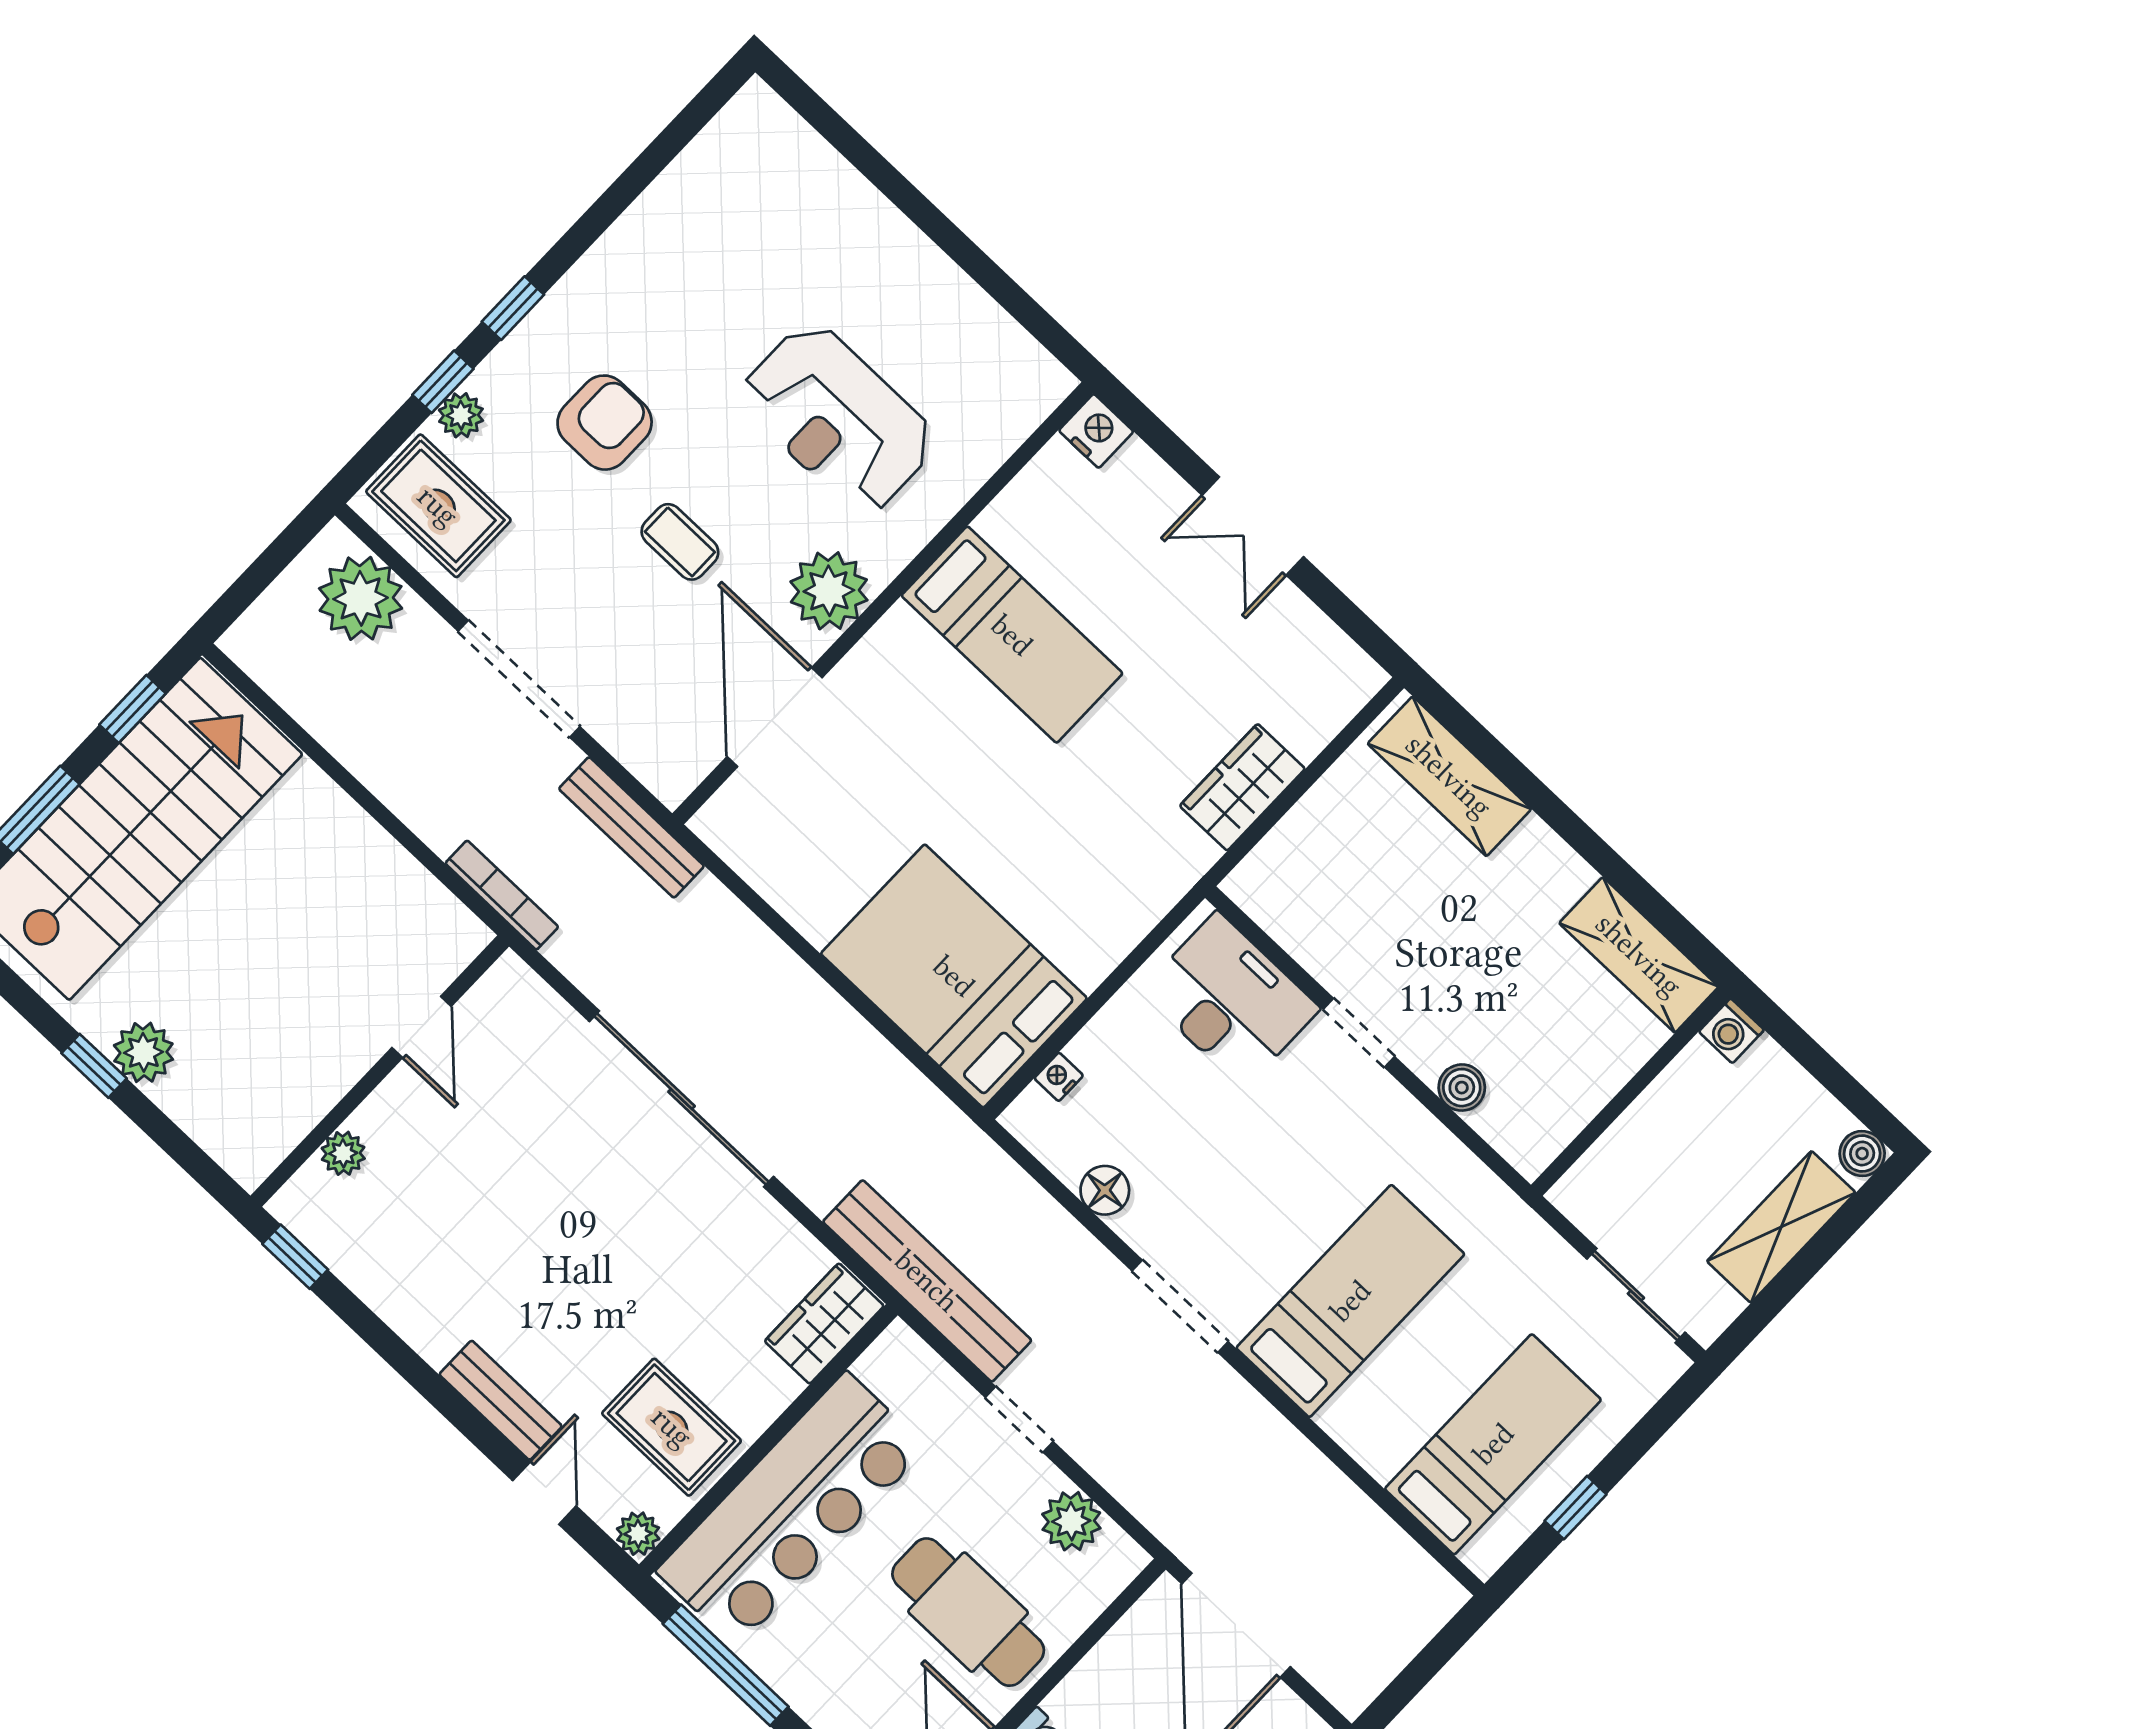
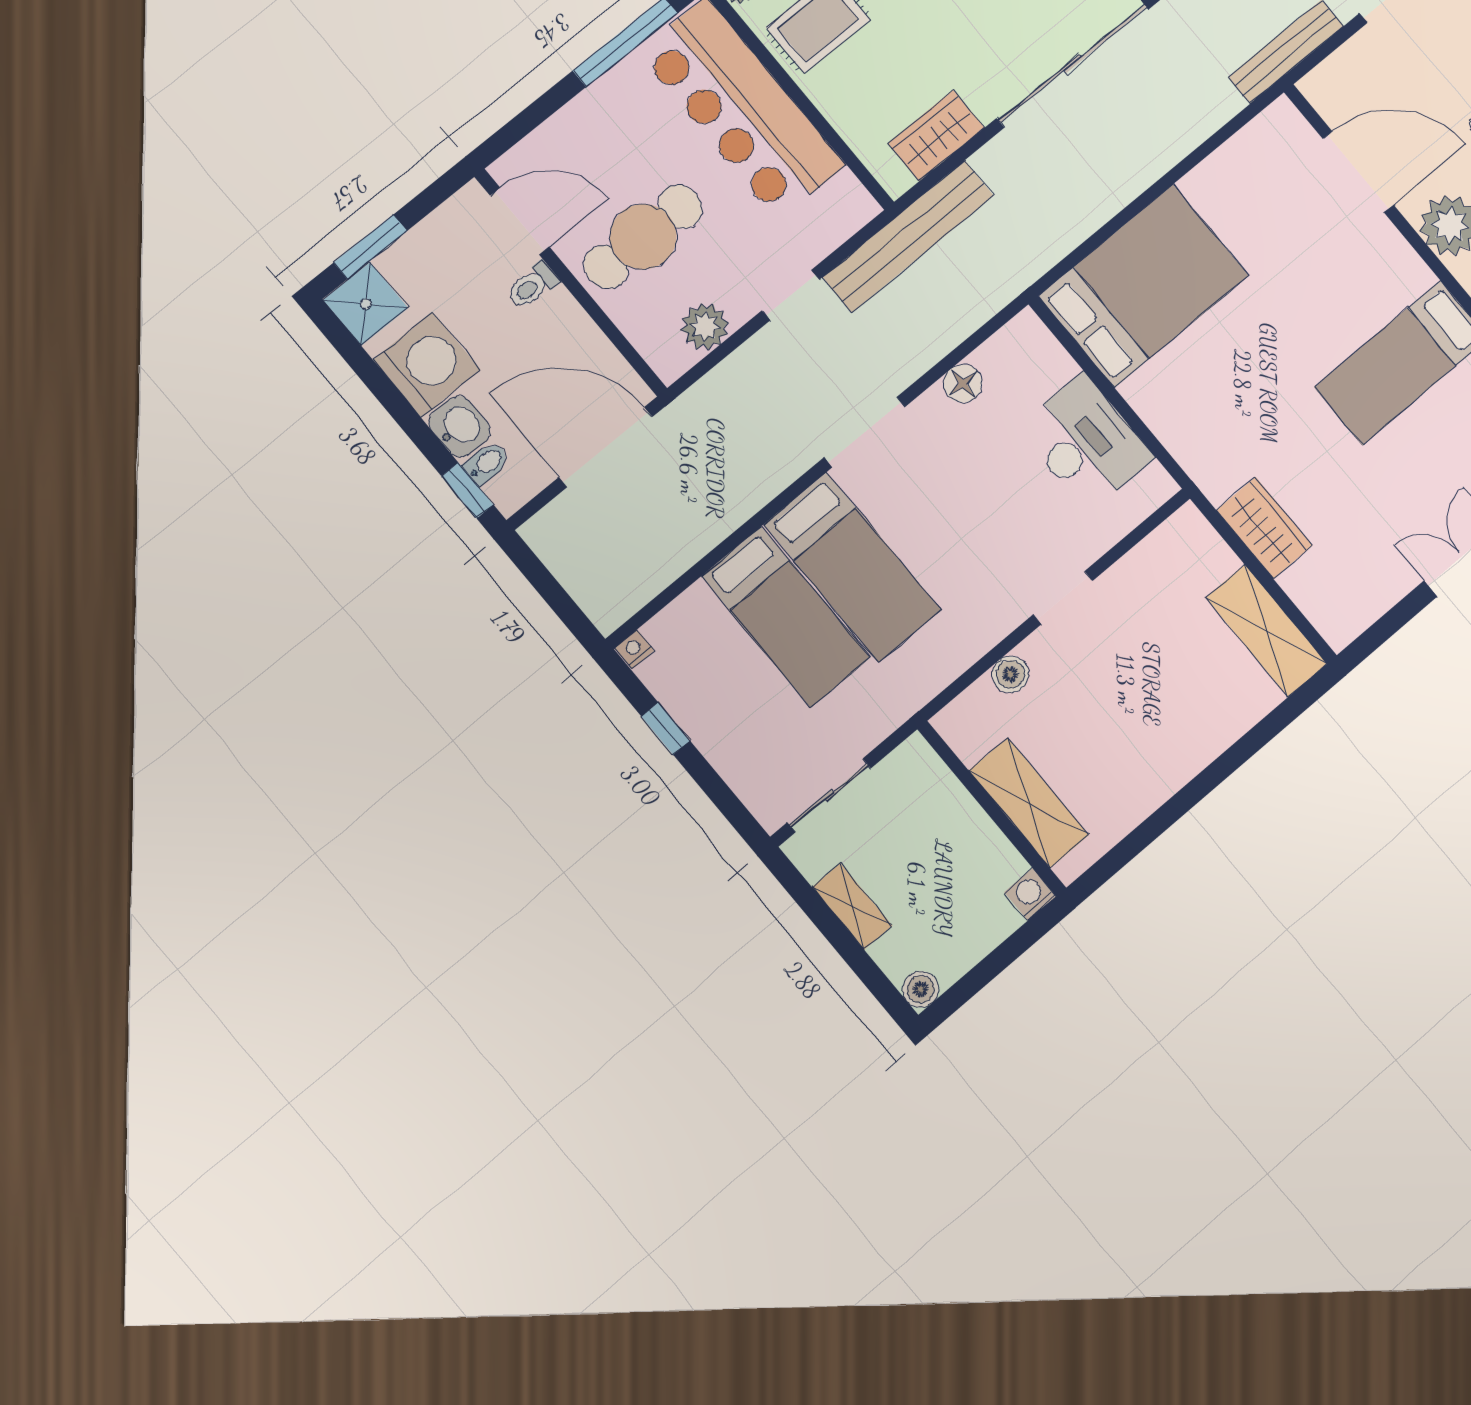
shelving: (1449, 776) -> (1266, 631), moved, turned 90
shelving: (1639, 955) -> (1029, 803), moved, turned 90
desk: (1230, 1000) -> (1086, 443), moved, turned -90
nightstand: (1059, 1077) -> (634, 649), moved, turned -90
shelving: (1781, 1227) -> (852, 906), width x0.67, depth x0.75
wardrobe: (824, 1324) -> (936, 136), moved, turned -90
bed: (1493, 1444) -> (786, 617), moved

